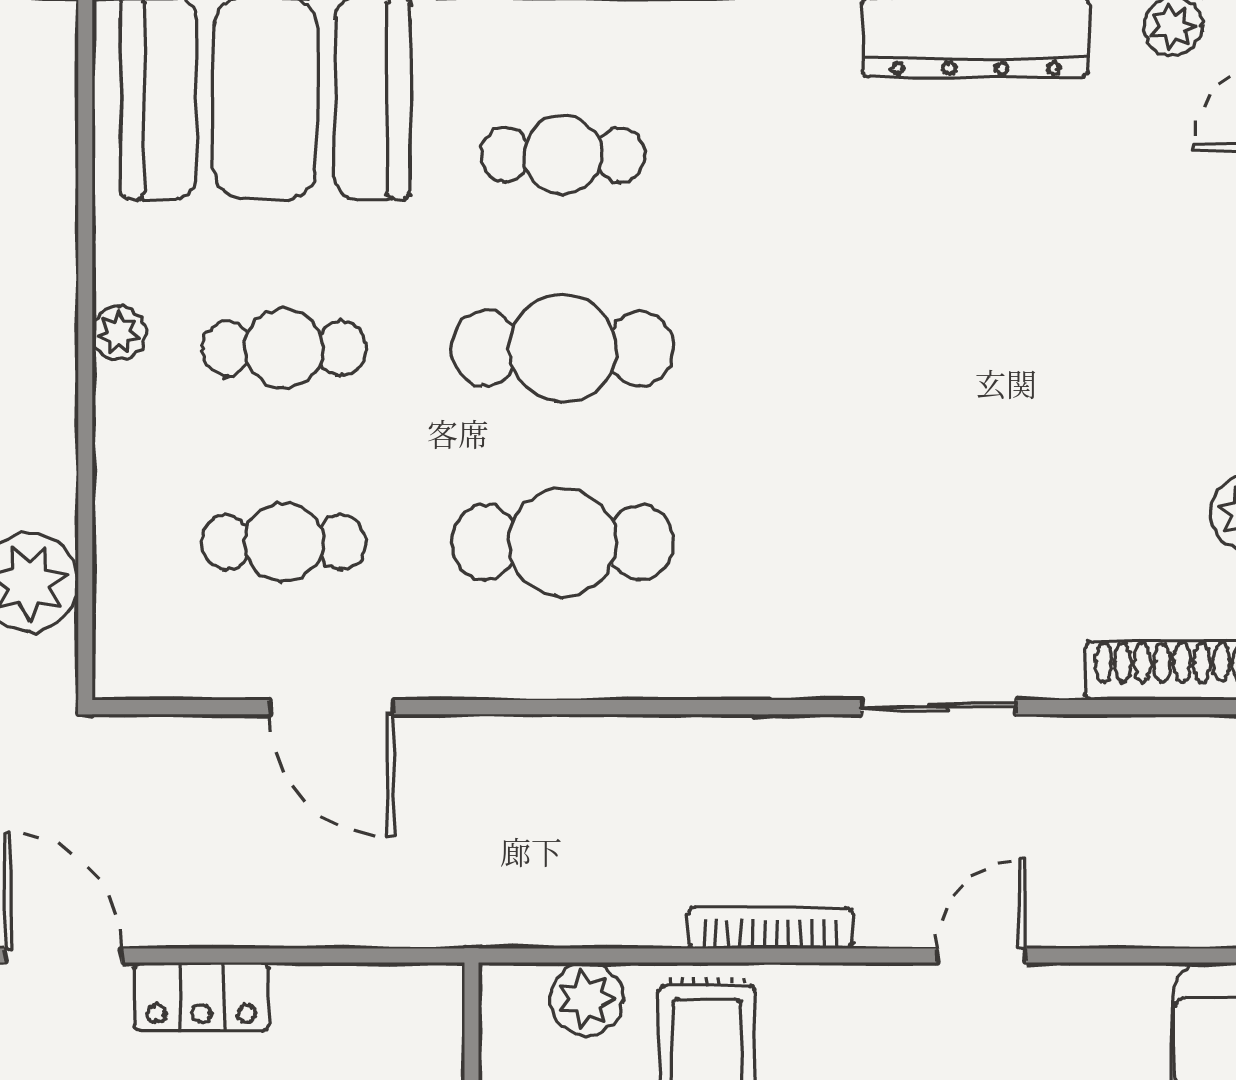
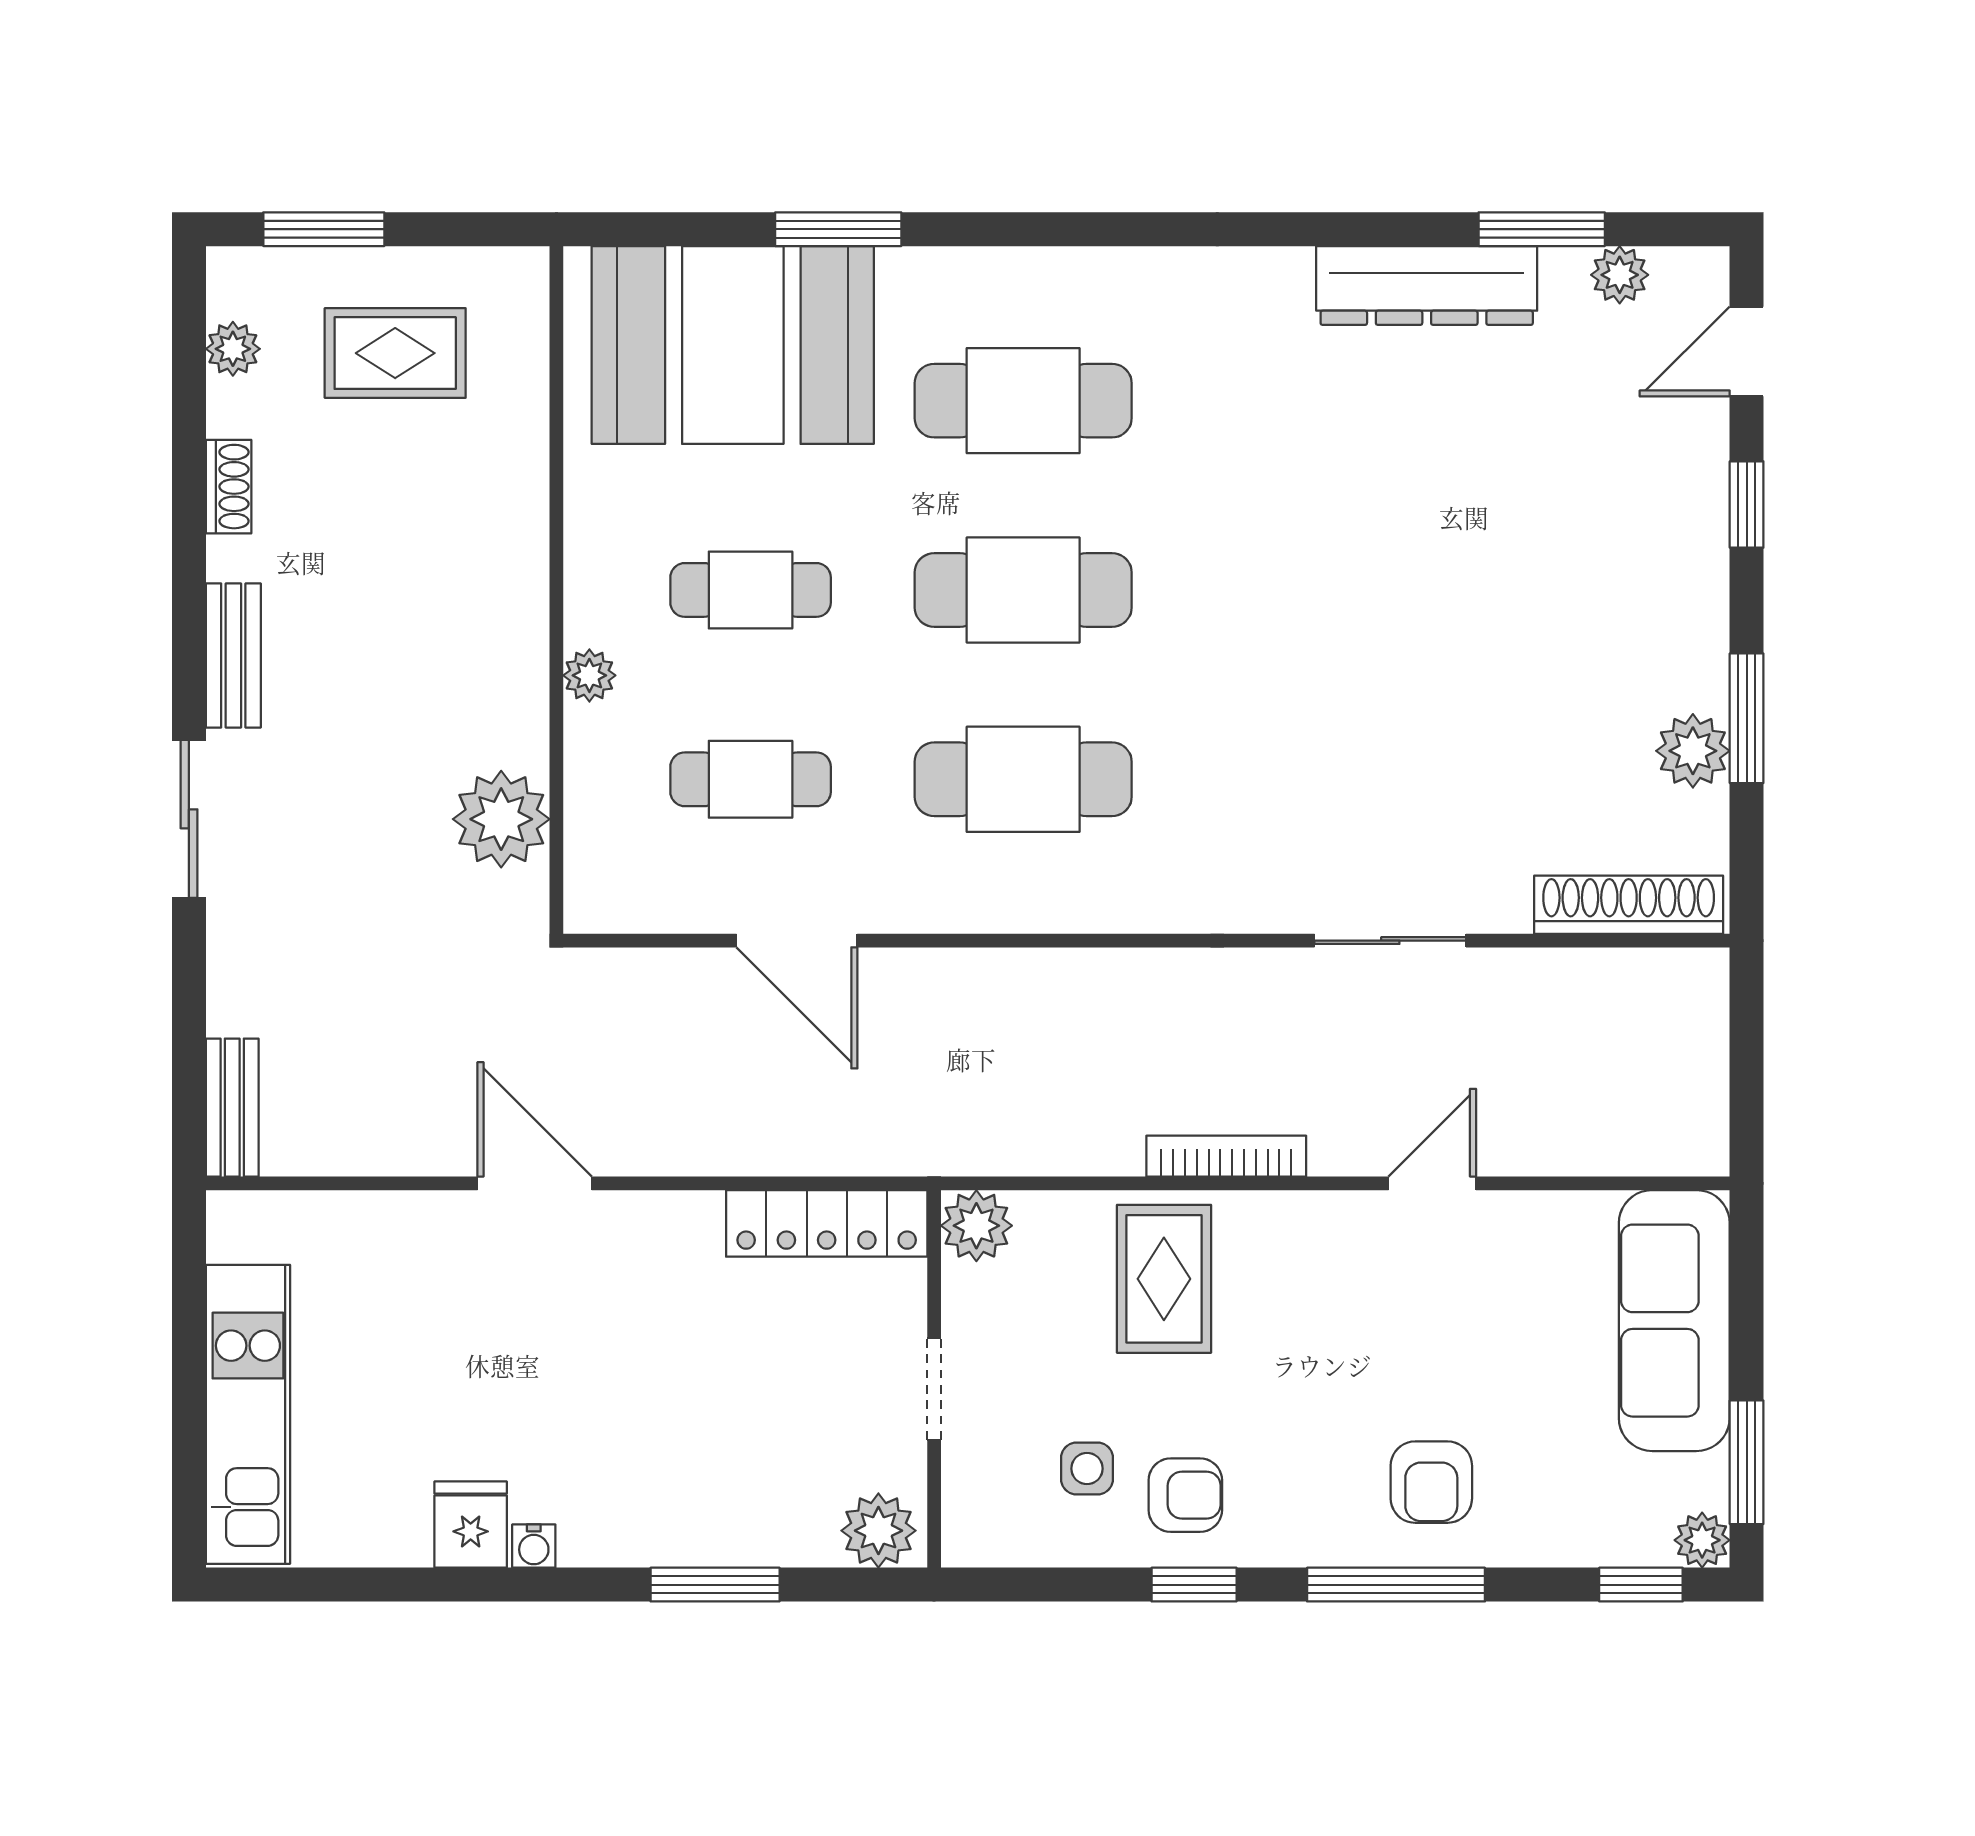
cafe table: (563, 155) -> (1023, 401), width x1.37, depth x1.35
plant: (119, 333) -> (589, 675), moved
locker: (202, 996) -> (827, 1223), moved, width x1.53
plant: (587, 999) -> (976, 1226), moved

